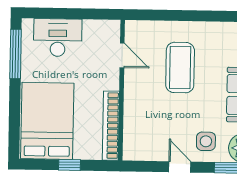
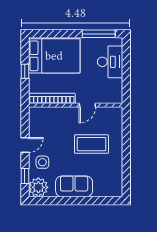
door: (122, 55) -> (87, 105), moved

